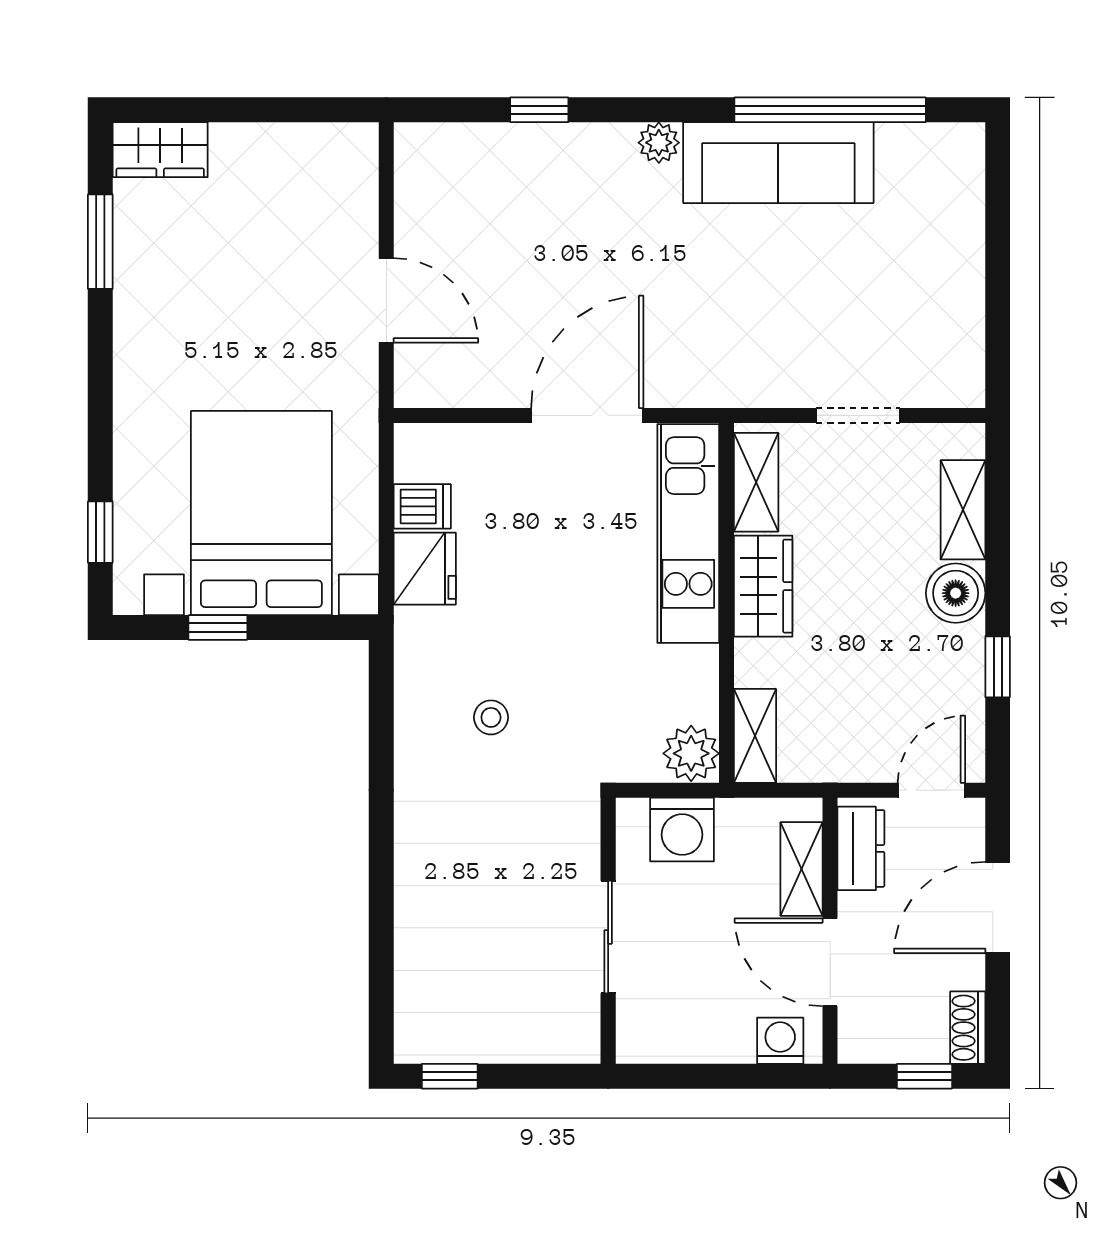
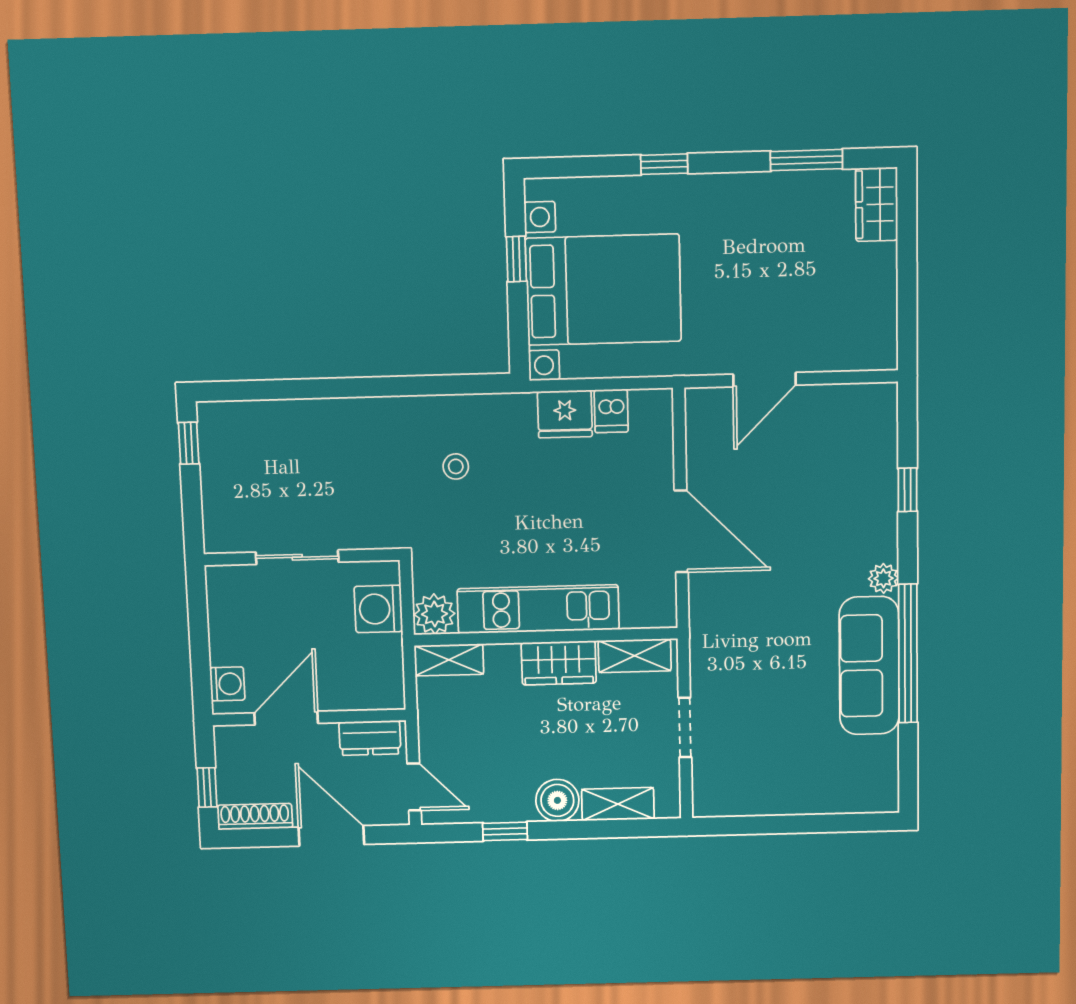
window: (830, 110) -> (908, 654), moved
window: (100, 532) -> (664, 164), moved
kitchen unit: (688, 534) -> (538, 609), moved
shelving: (802, 869) -> (353, 696), removed
shoe rack: (968, 1028) -> (255, 817), width x1.43

